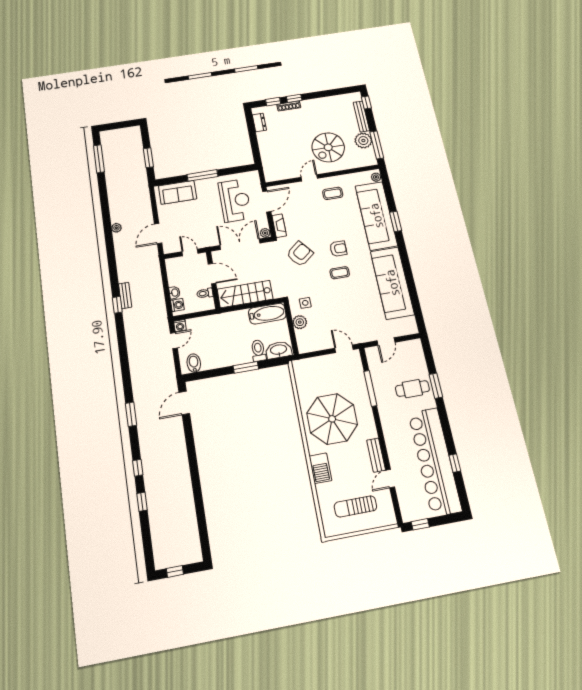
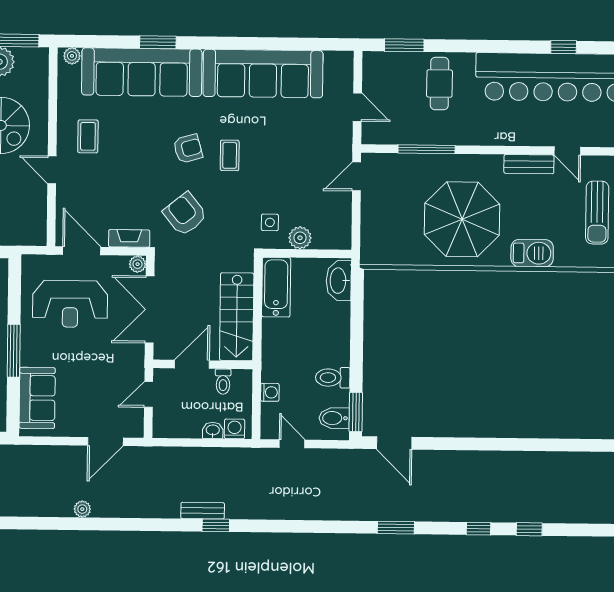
reception desk: (235, 201) -> (70, 304), turned 180
door: (158, 234) -> (105, 442), hinge flipped
armchair: (338, 249) -> (188, 149), turned 74
washing machine: (180, 326) -> (270, 392), moved
toilet: (258, 351) -> (333, 378), moved
window: (246, 367) -> (356, 412), moved
window: (436, 386) -> (404, 45), moved

